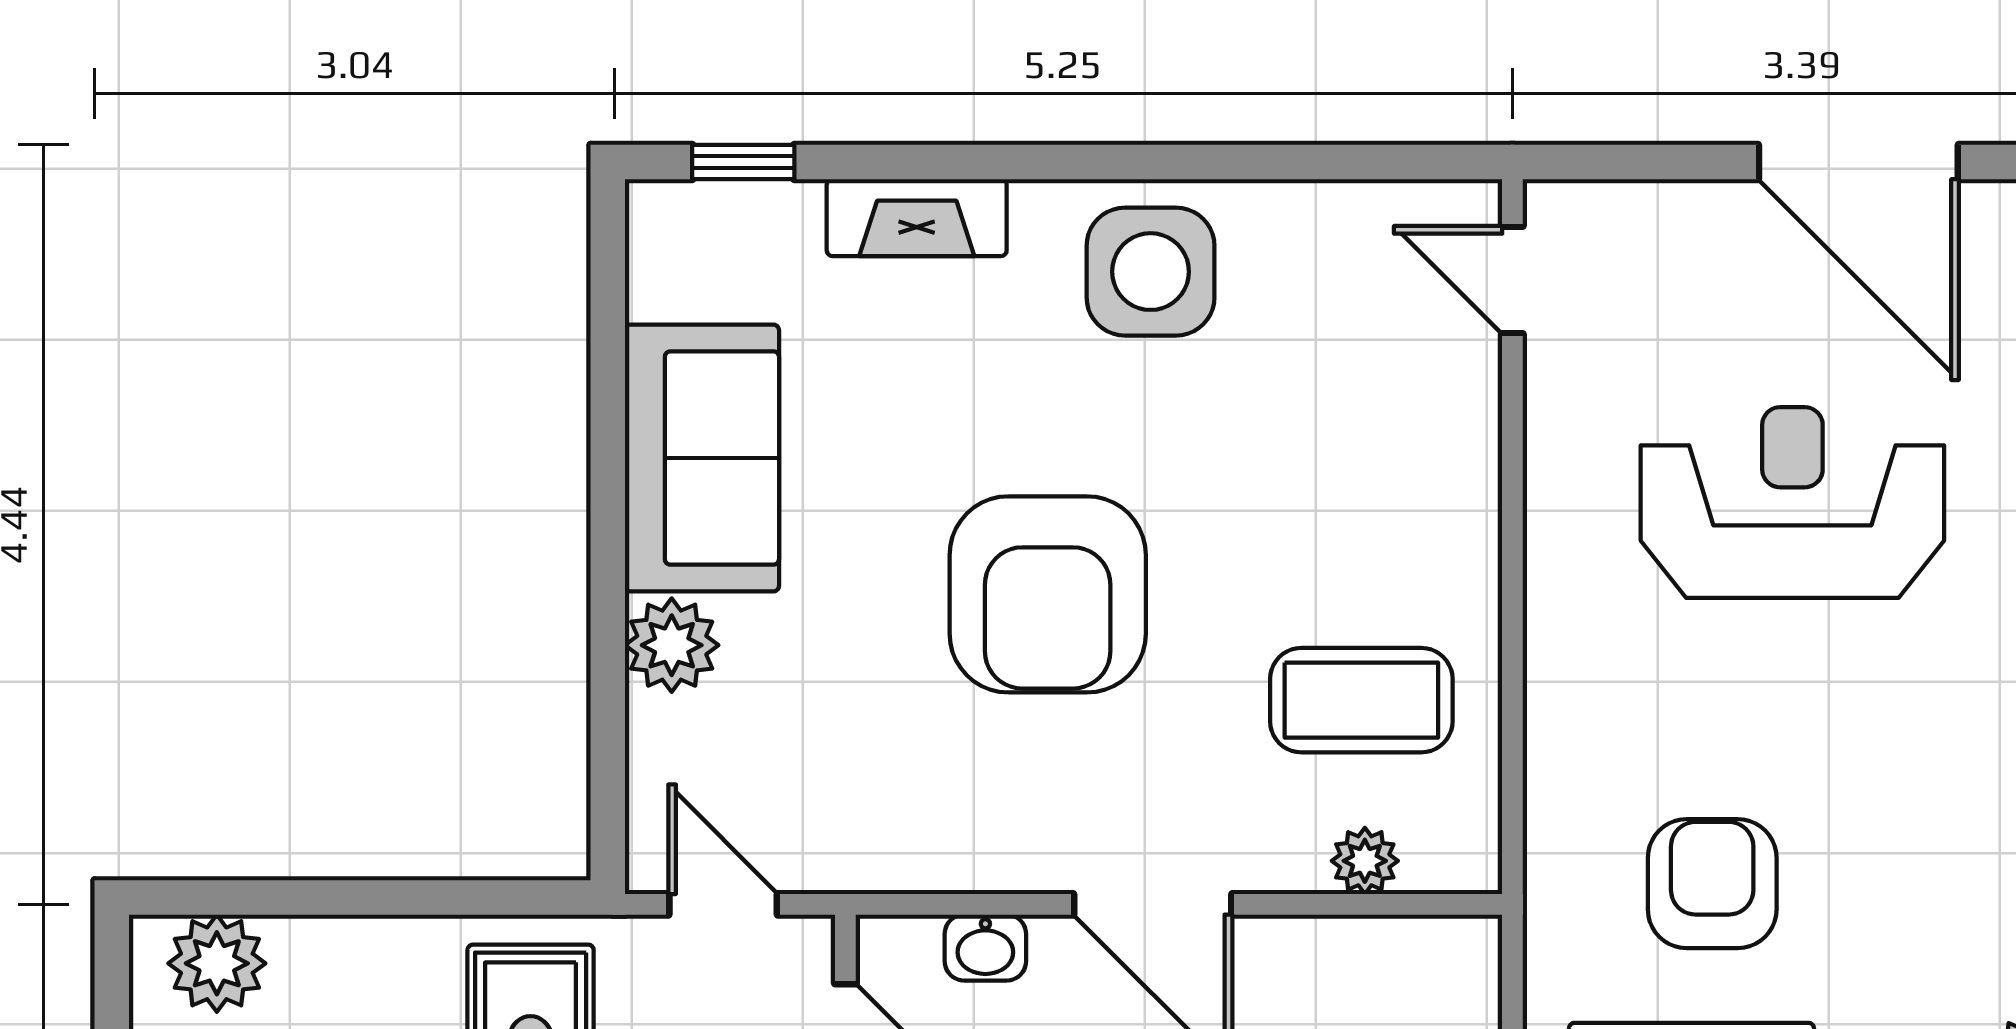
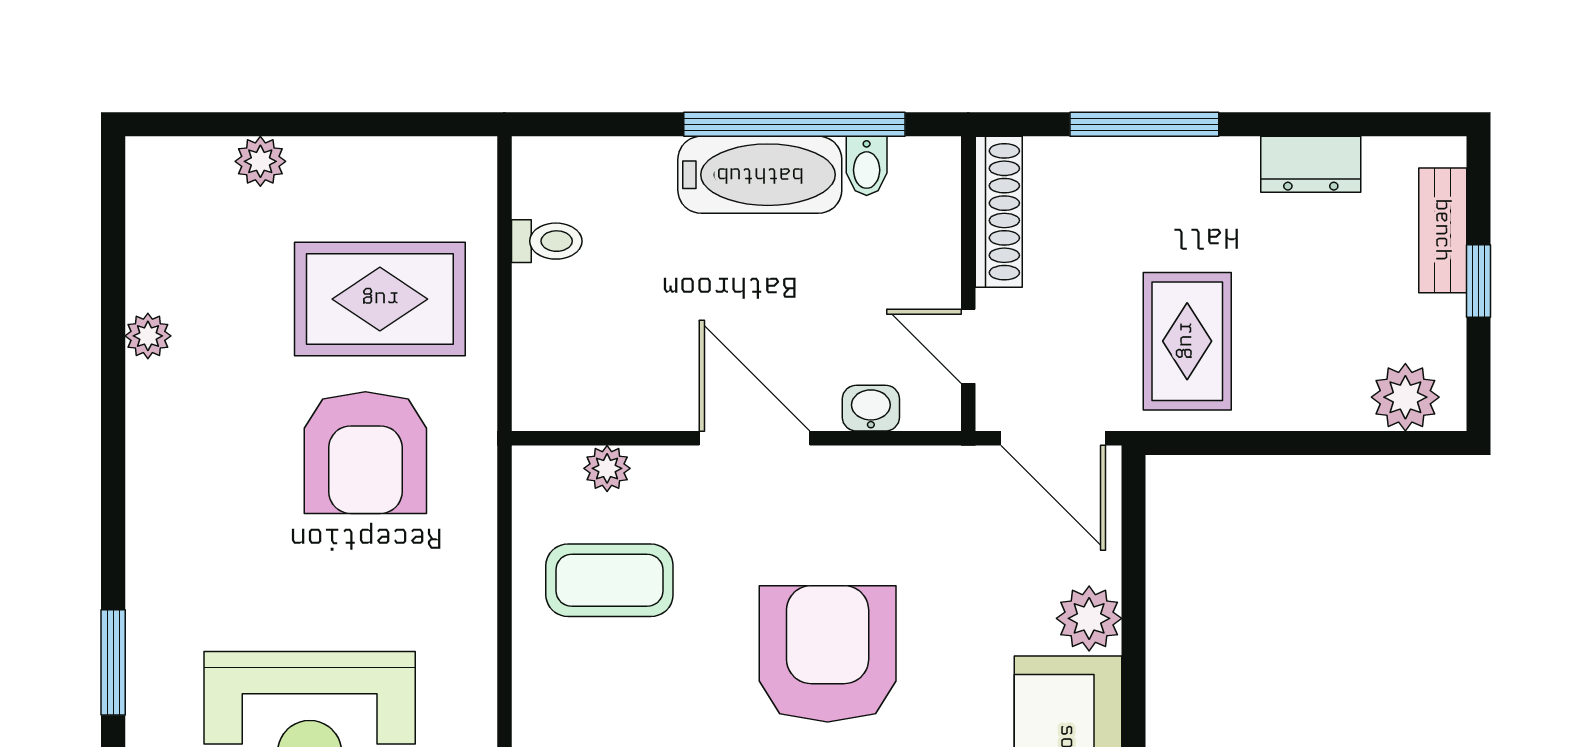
armchair: (1712, 884) -> (365, 453), width x1.36, depth x1.36
door: (723, 904) -> (1053, 438), width x1.38

